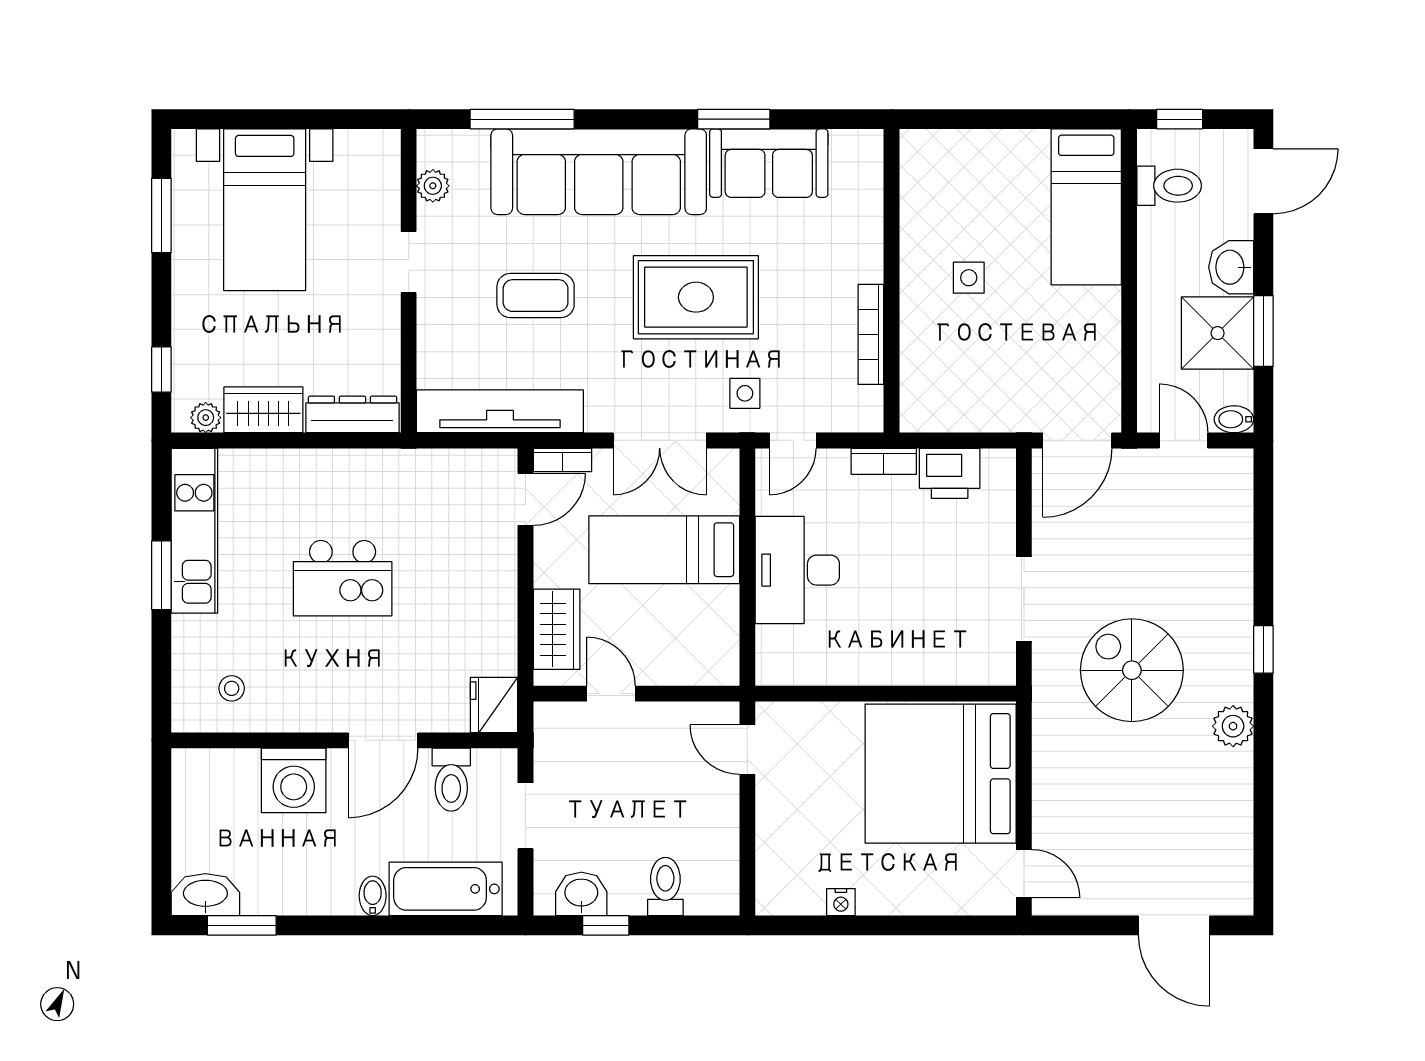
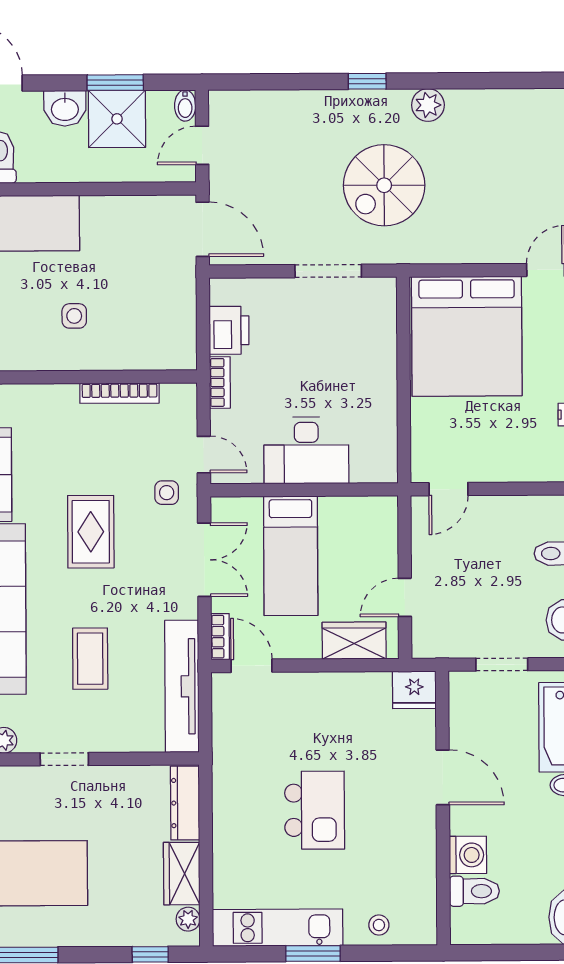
rug: (696, 297) -> (91, 532), width x0.73, depth x0.70
stool: (232, 688) -> (379, 925), moved
washing machine: (294, 780) -> (468, 855), width x0.73, depth x0.73
toilet: (451, 780) -> (474, 891), moved

